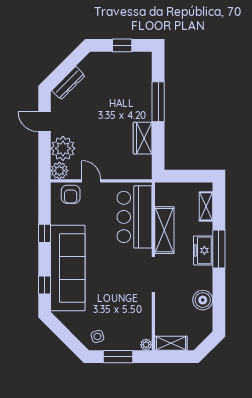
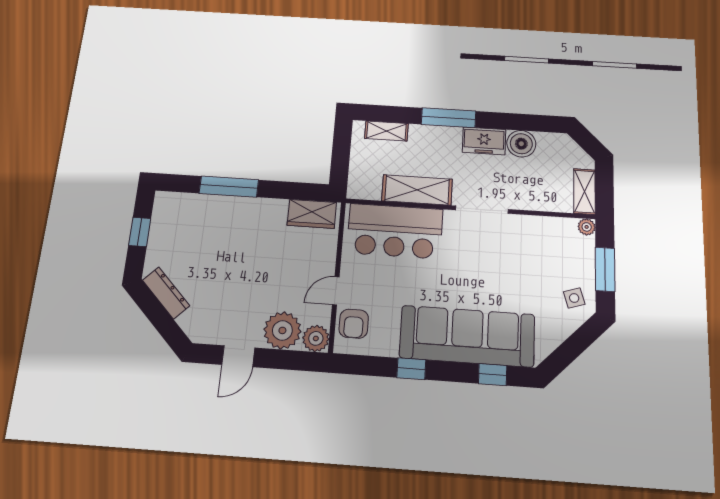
dresser: (68, 83) -> (166, 293), moved
wardrobe: (143, 138) -> (312, 214), moved
armchair: (71, 194) -> (354, 324), turned 90
freezer: (203, 250) -> (484, 141), moved

